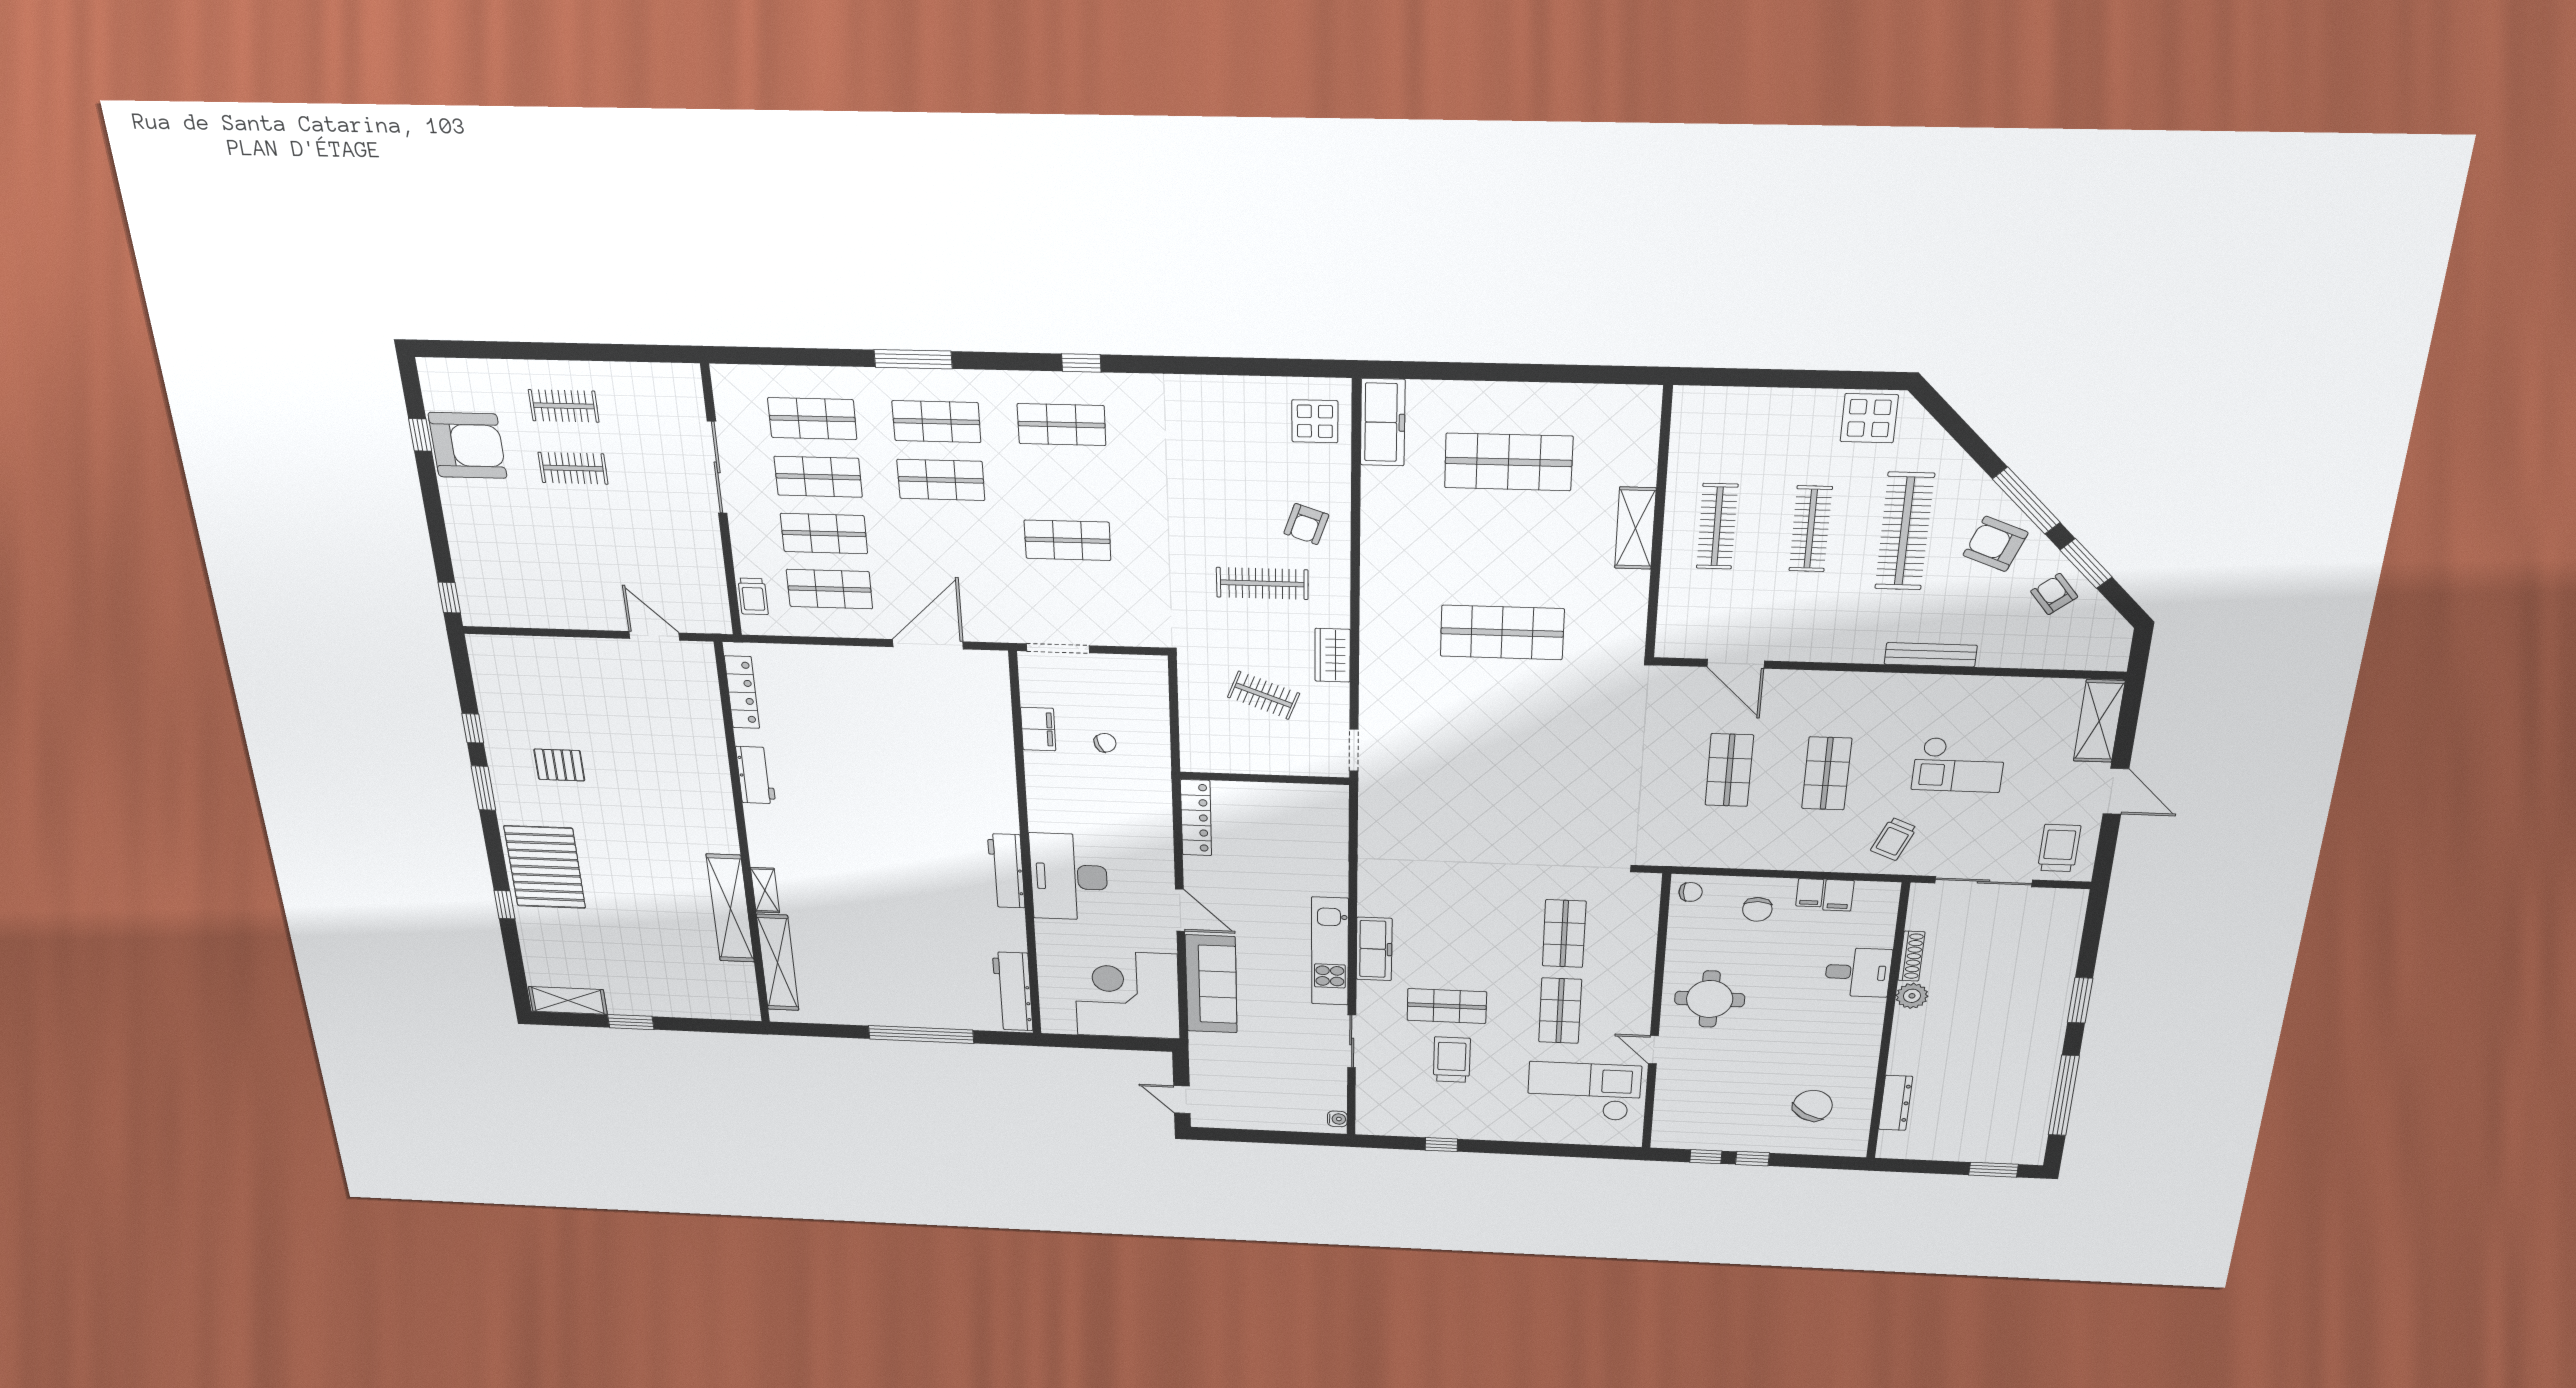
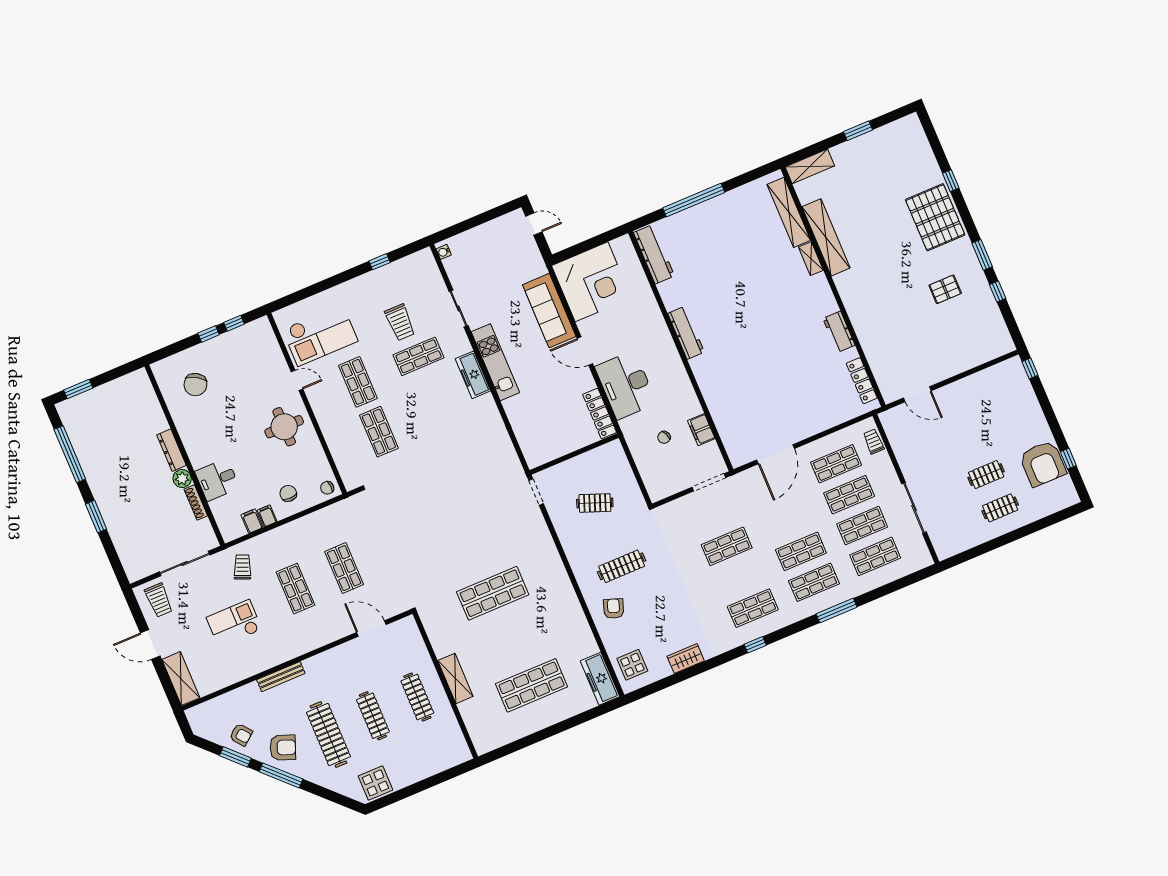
armchair: (468, 445) -> (1043, 463), turned -90
wardrobe: (1333, 655) -> (686, 659), moved, turned -90
desk: (1069, 877) -> (626, 385), moved, turned 180
shelving: (568, 1000) -> (810, 166), moved
dresser: (1896, 1103) -> (171, 450), moved

